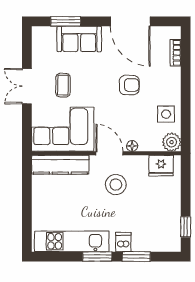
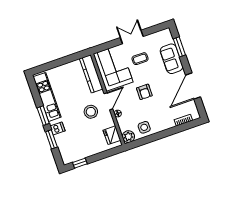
armchair: (129, 85) -> (144, 92), moved

